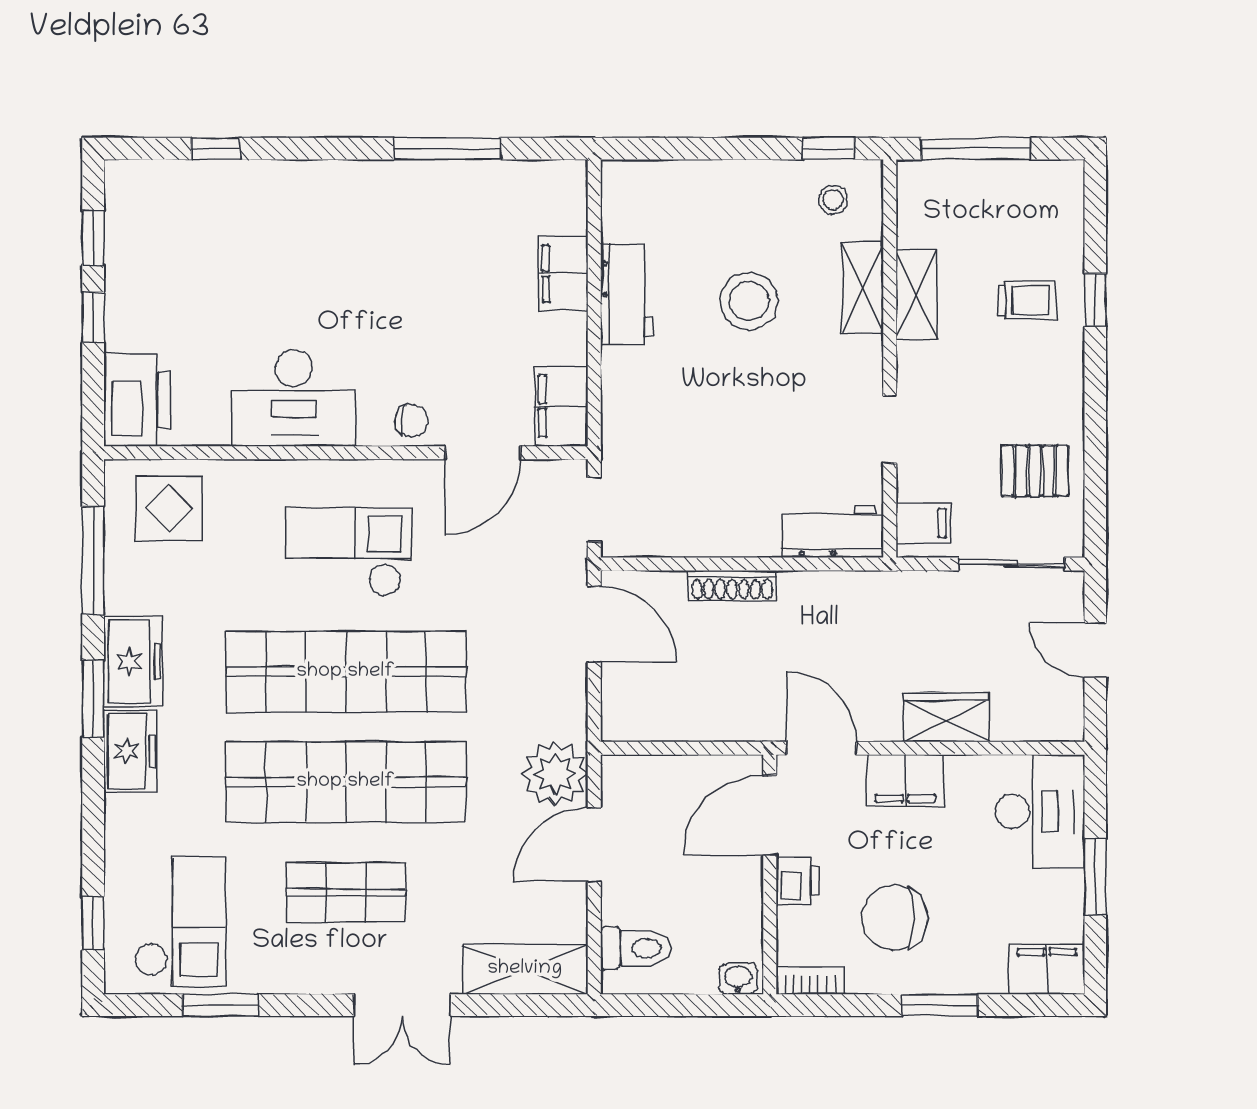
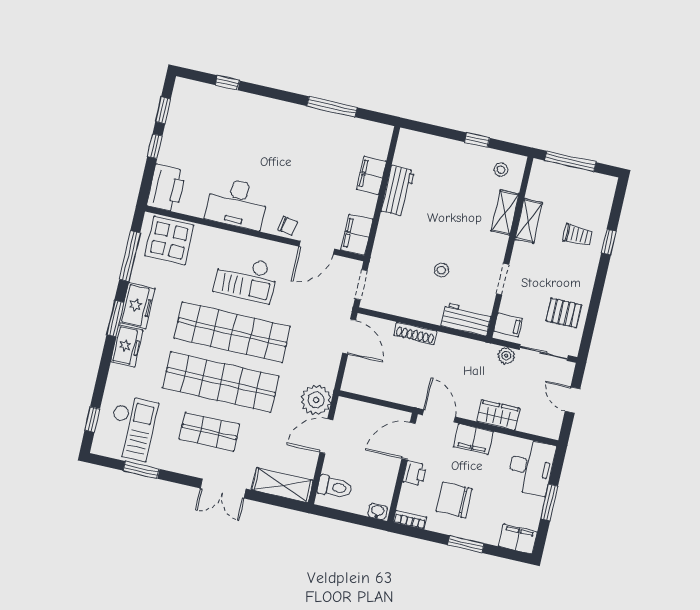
window: (828, 149) -> (477, 140), moved
stool: (749, 301) -> (441, 270), moved, width x0.53, depth x0.53
display table: (169, 509) -> (169, 240), width x1.36, depth x1.36
checkout: (348, 551) -> (246, 278), turned 180
plant: (934, 589) -> (506, 356), added

